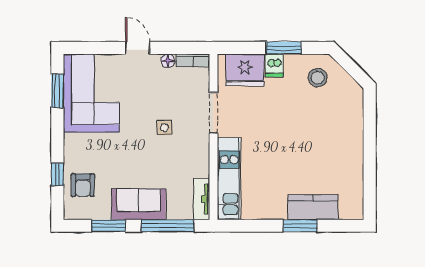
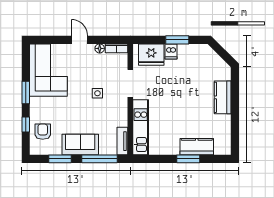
stool: (318, 78) -> (200, 60), removed
window: (57, 91) -> (26, 93), moved
kitchen counter: (351, 134) -> (223, 97), added
armchair: (83, 185) -> (43, 132), turned 180

